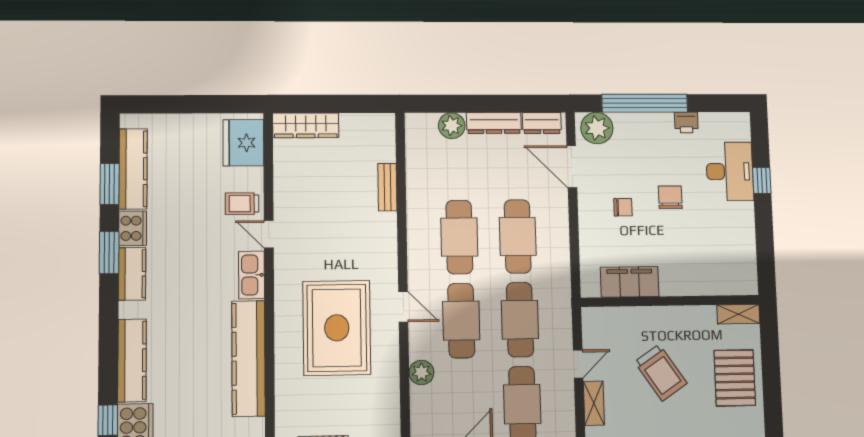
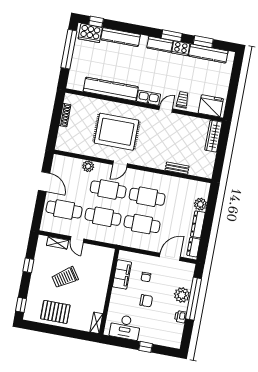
plant: (597, 128) -> (182, 295), moved
desk: (730, 171) -> (125, 327), moved
filing cabinet: (630, 282) -> (122, 274), moved
wall: (670, 301) -> (109, 292), moved
shelving: (738, 314) -> (96, 323), moved

